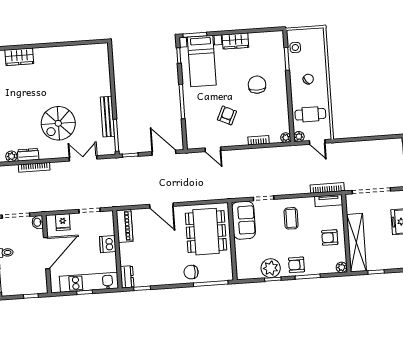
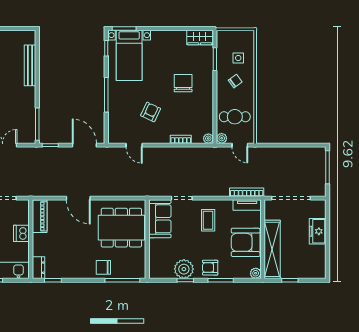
wardrobe: (235, 41) -> (200, 38), moved
side table: (295, 48) -> (238, 58), moved
bench: (107, 117) -> (30, 65), moved
dining table: (206, 232) -> (121, 228), turned 90
armchair: (330, 238) -> (246, 242), width x1.88, depth x1.88

